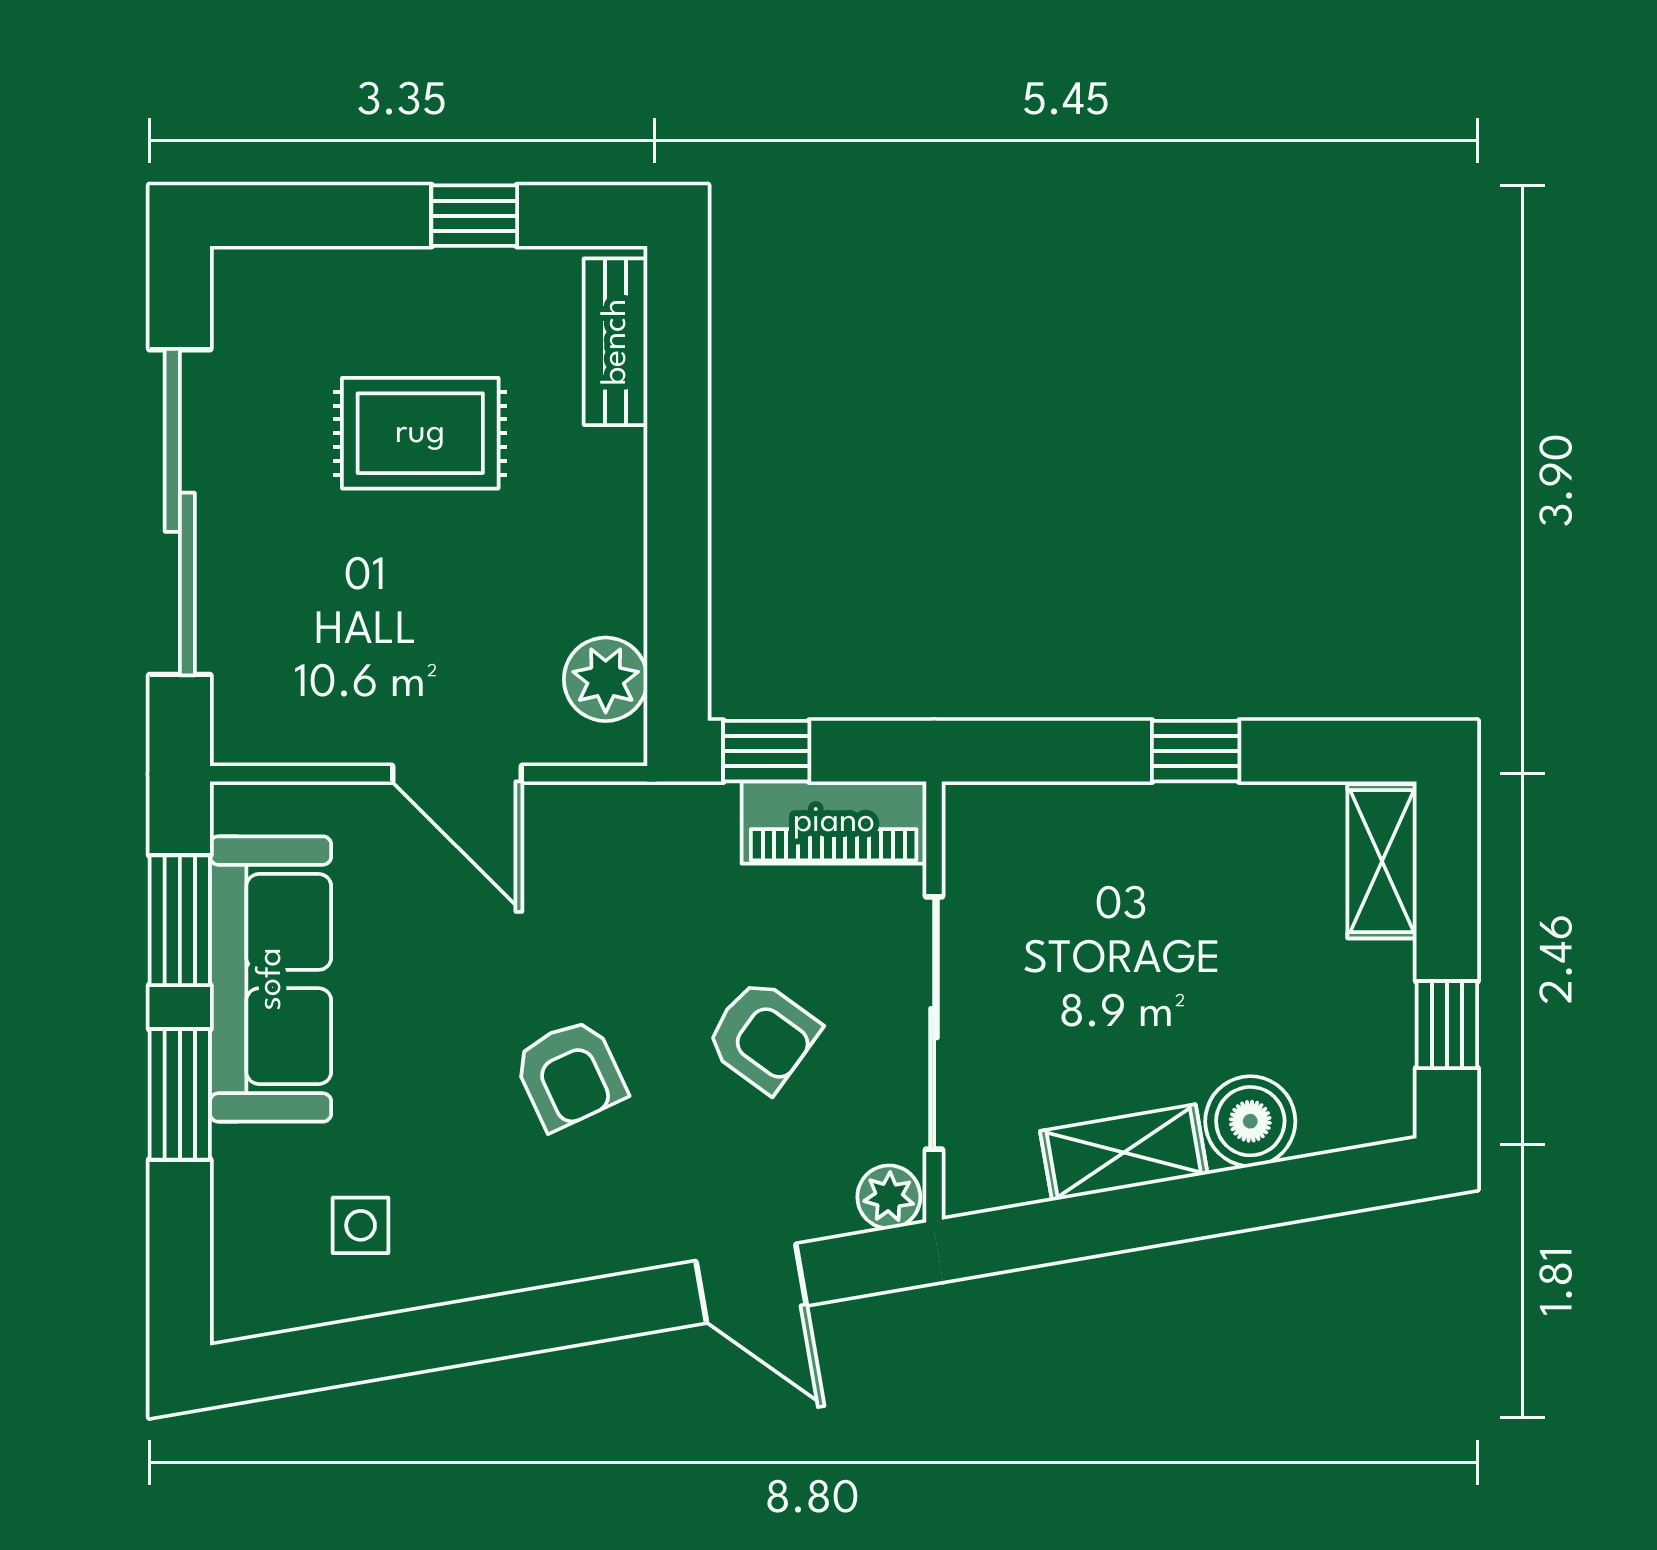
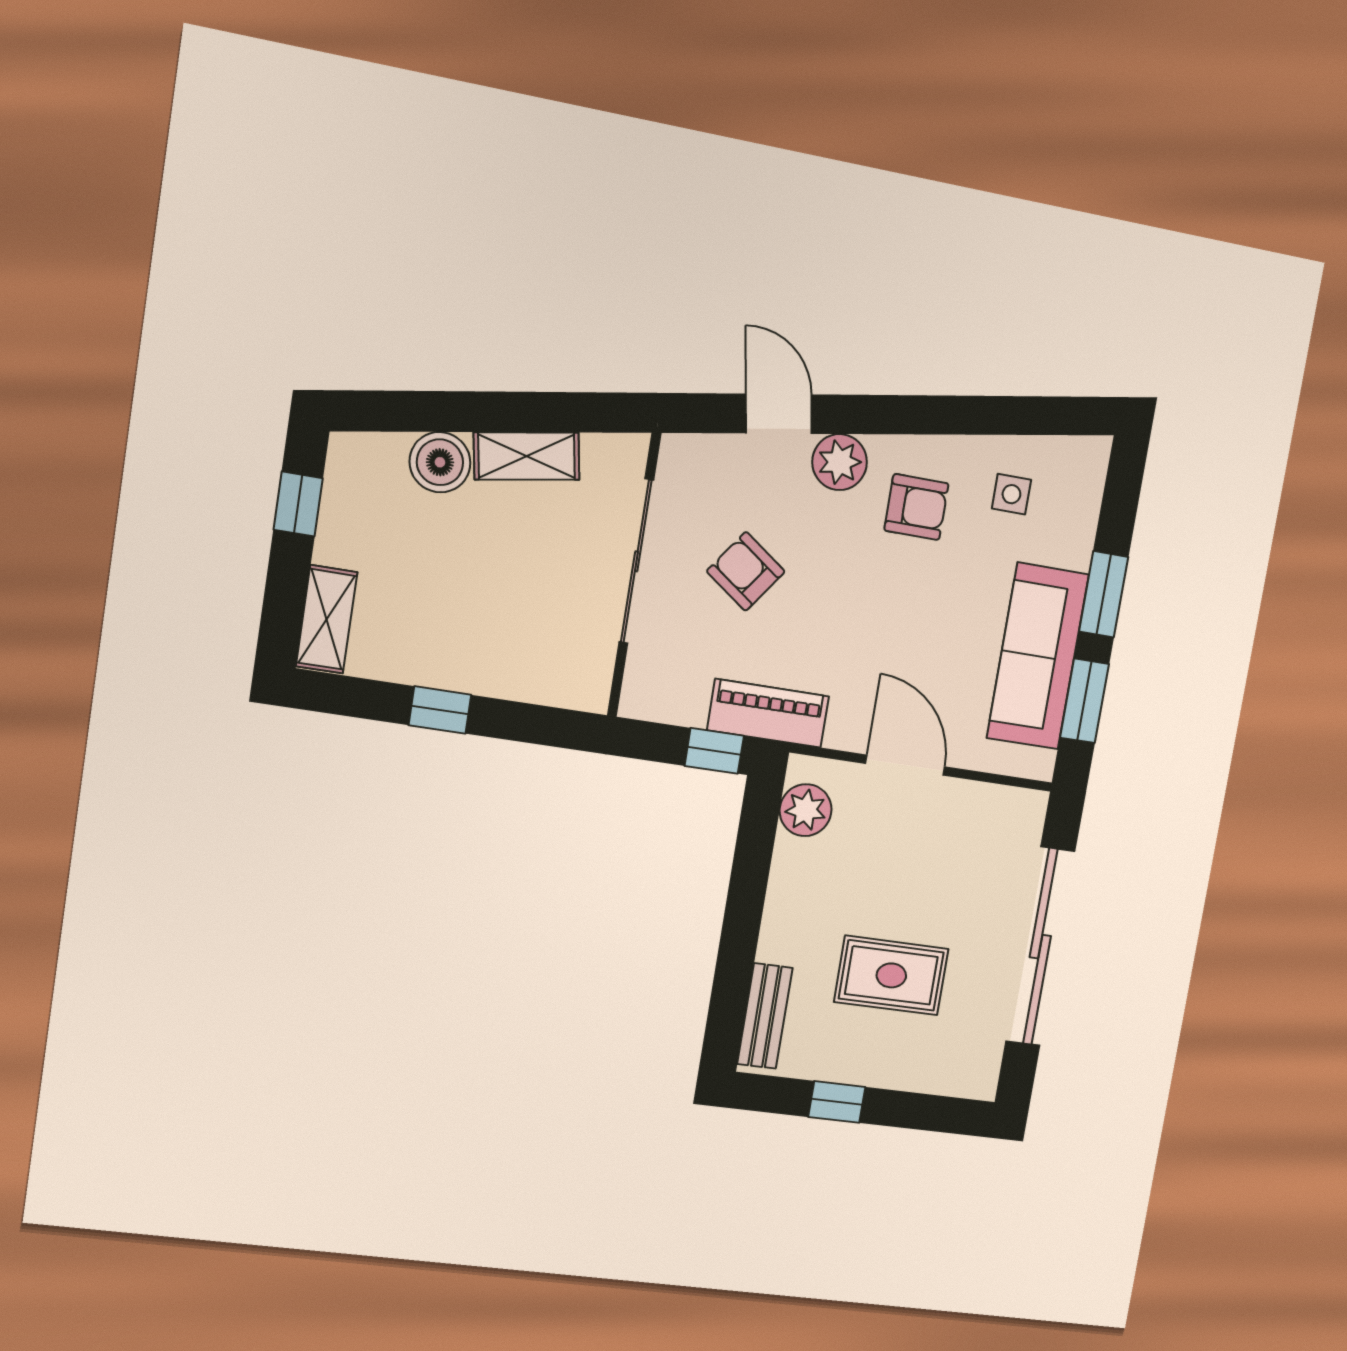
piano: (834, 822) -> (768, 713), moved
armchair: (570, 1074) -> (916, 507), moved, turned 115
plant: (889, 1197) -> (840, 462), moved, width x1.38, depth x1.38

